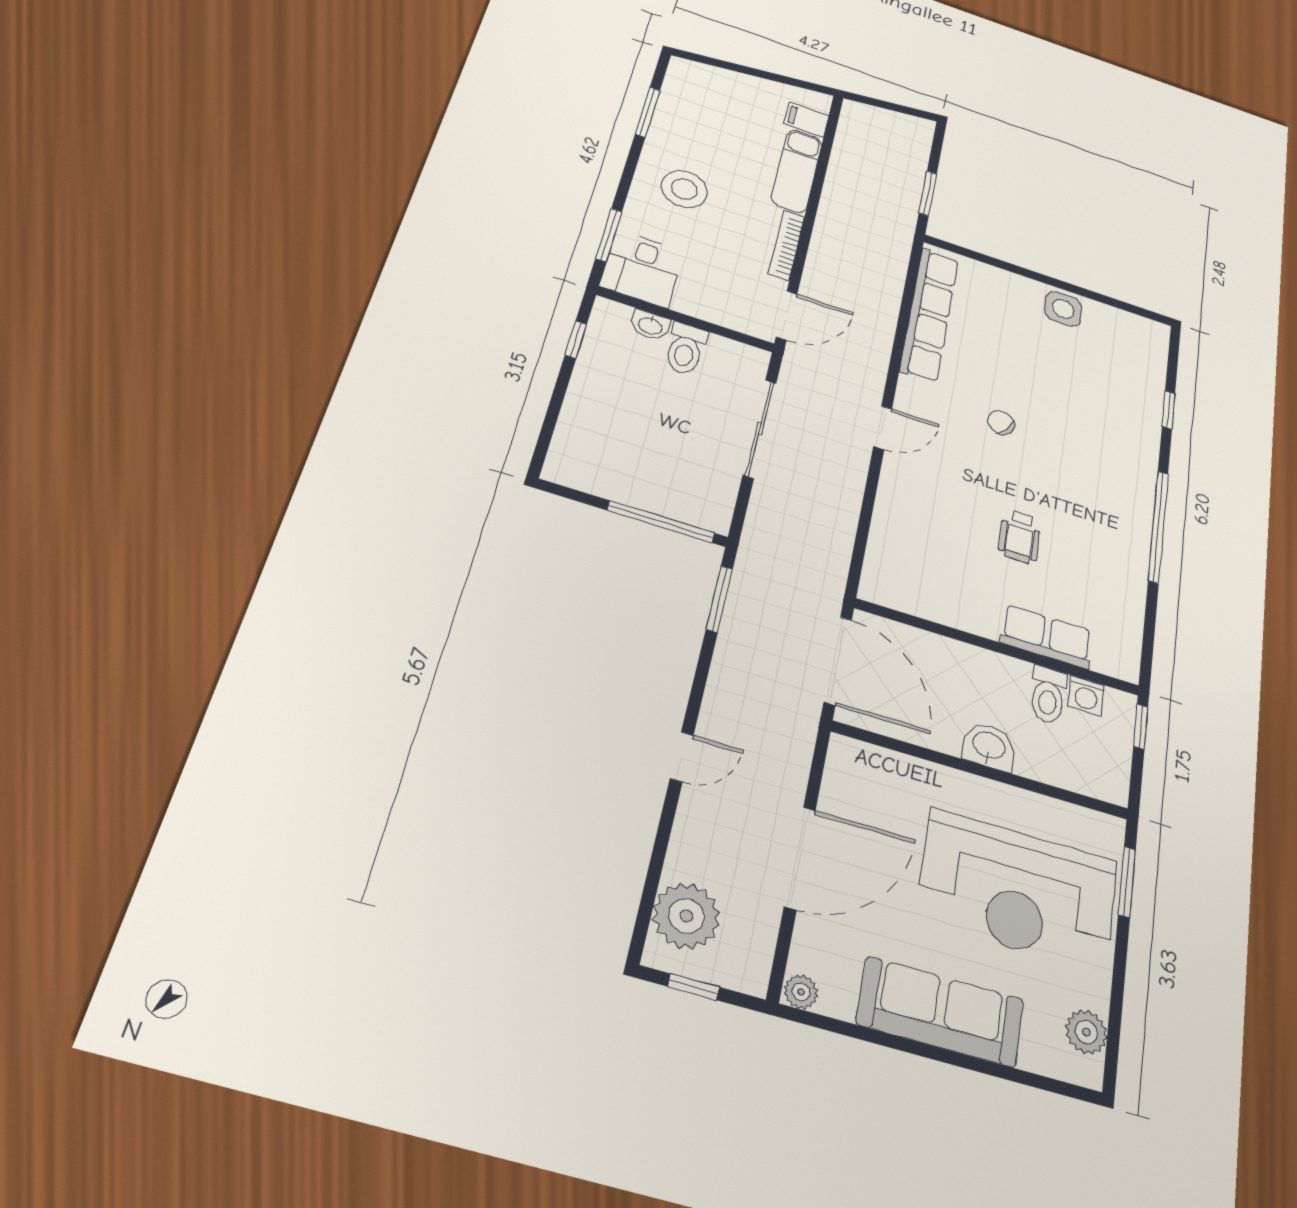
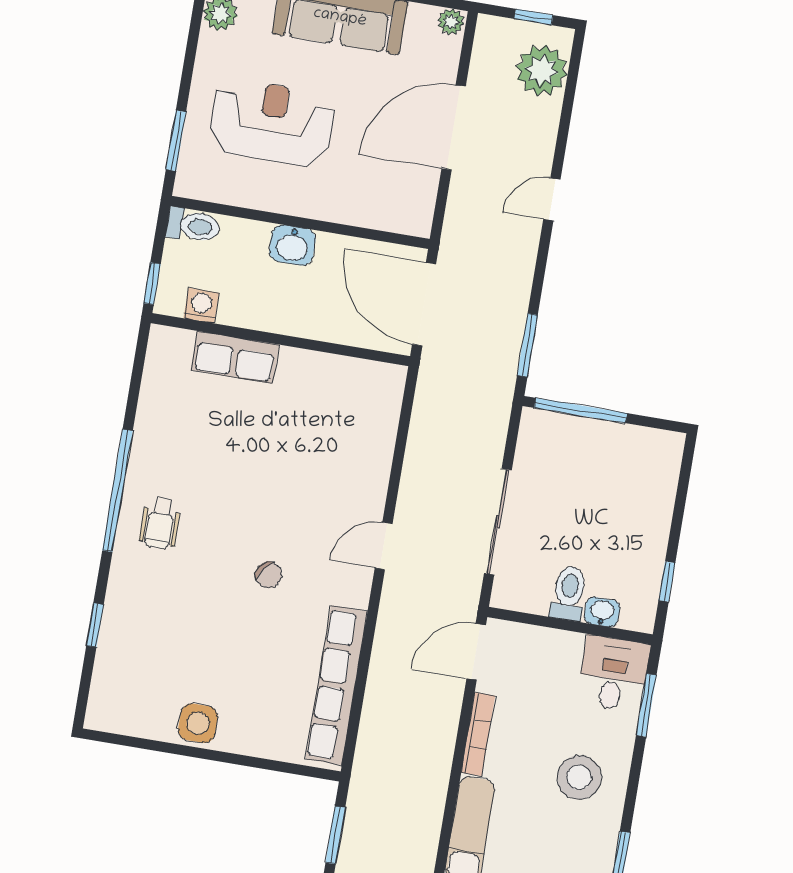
wheelchair: (1020, 537) -> (160, 523), moved, turned 180
toilet: (1048, 695) -> (193, 226), moved, turned 90
reception desk: (1018, 890) -> (272, 123), width x0.74, depth x0.77

